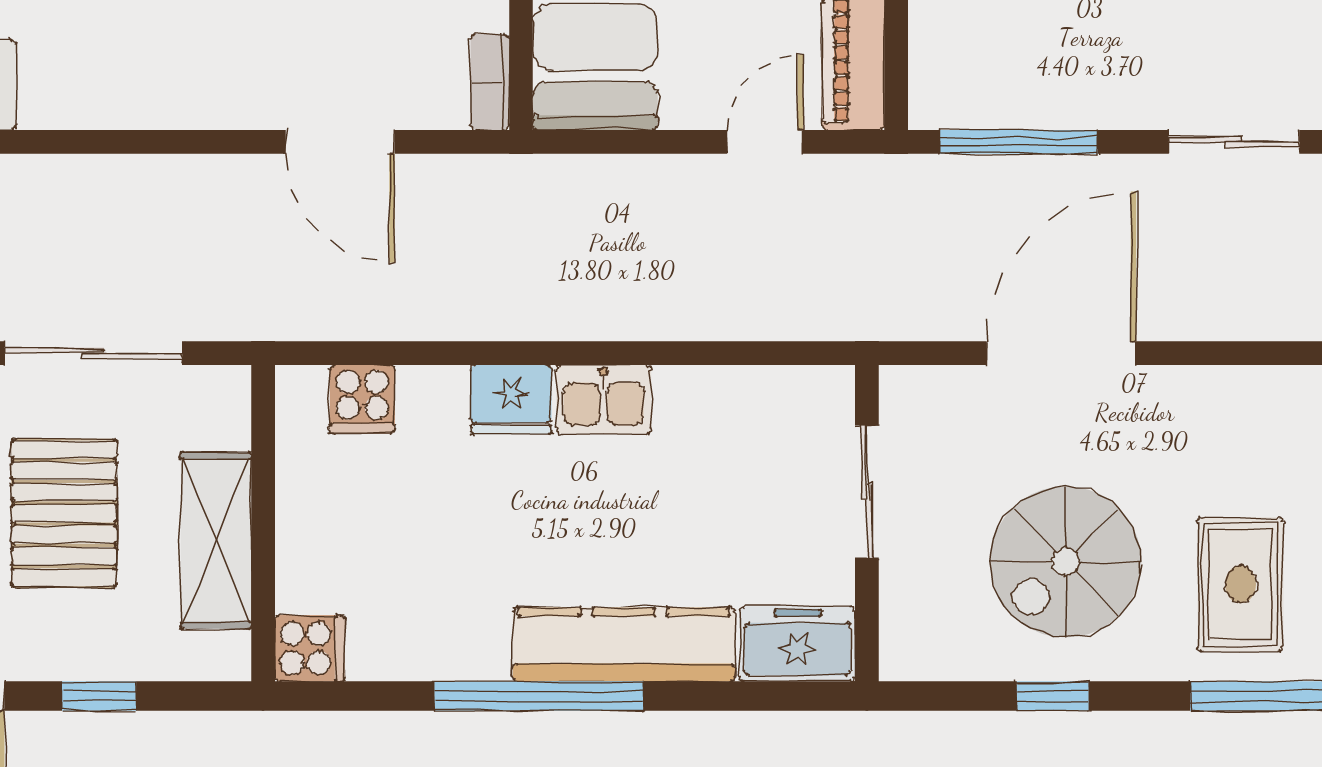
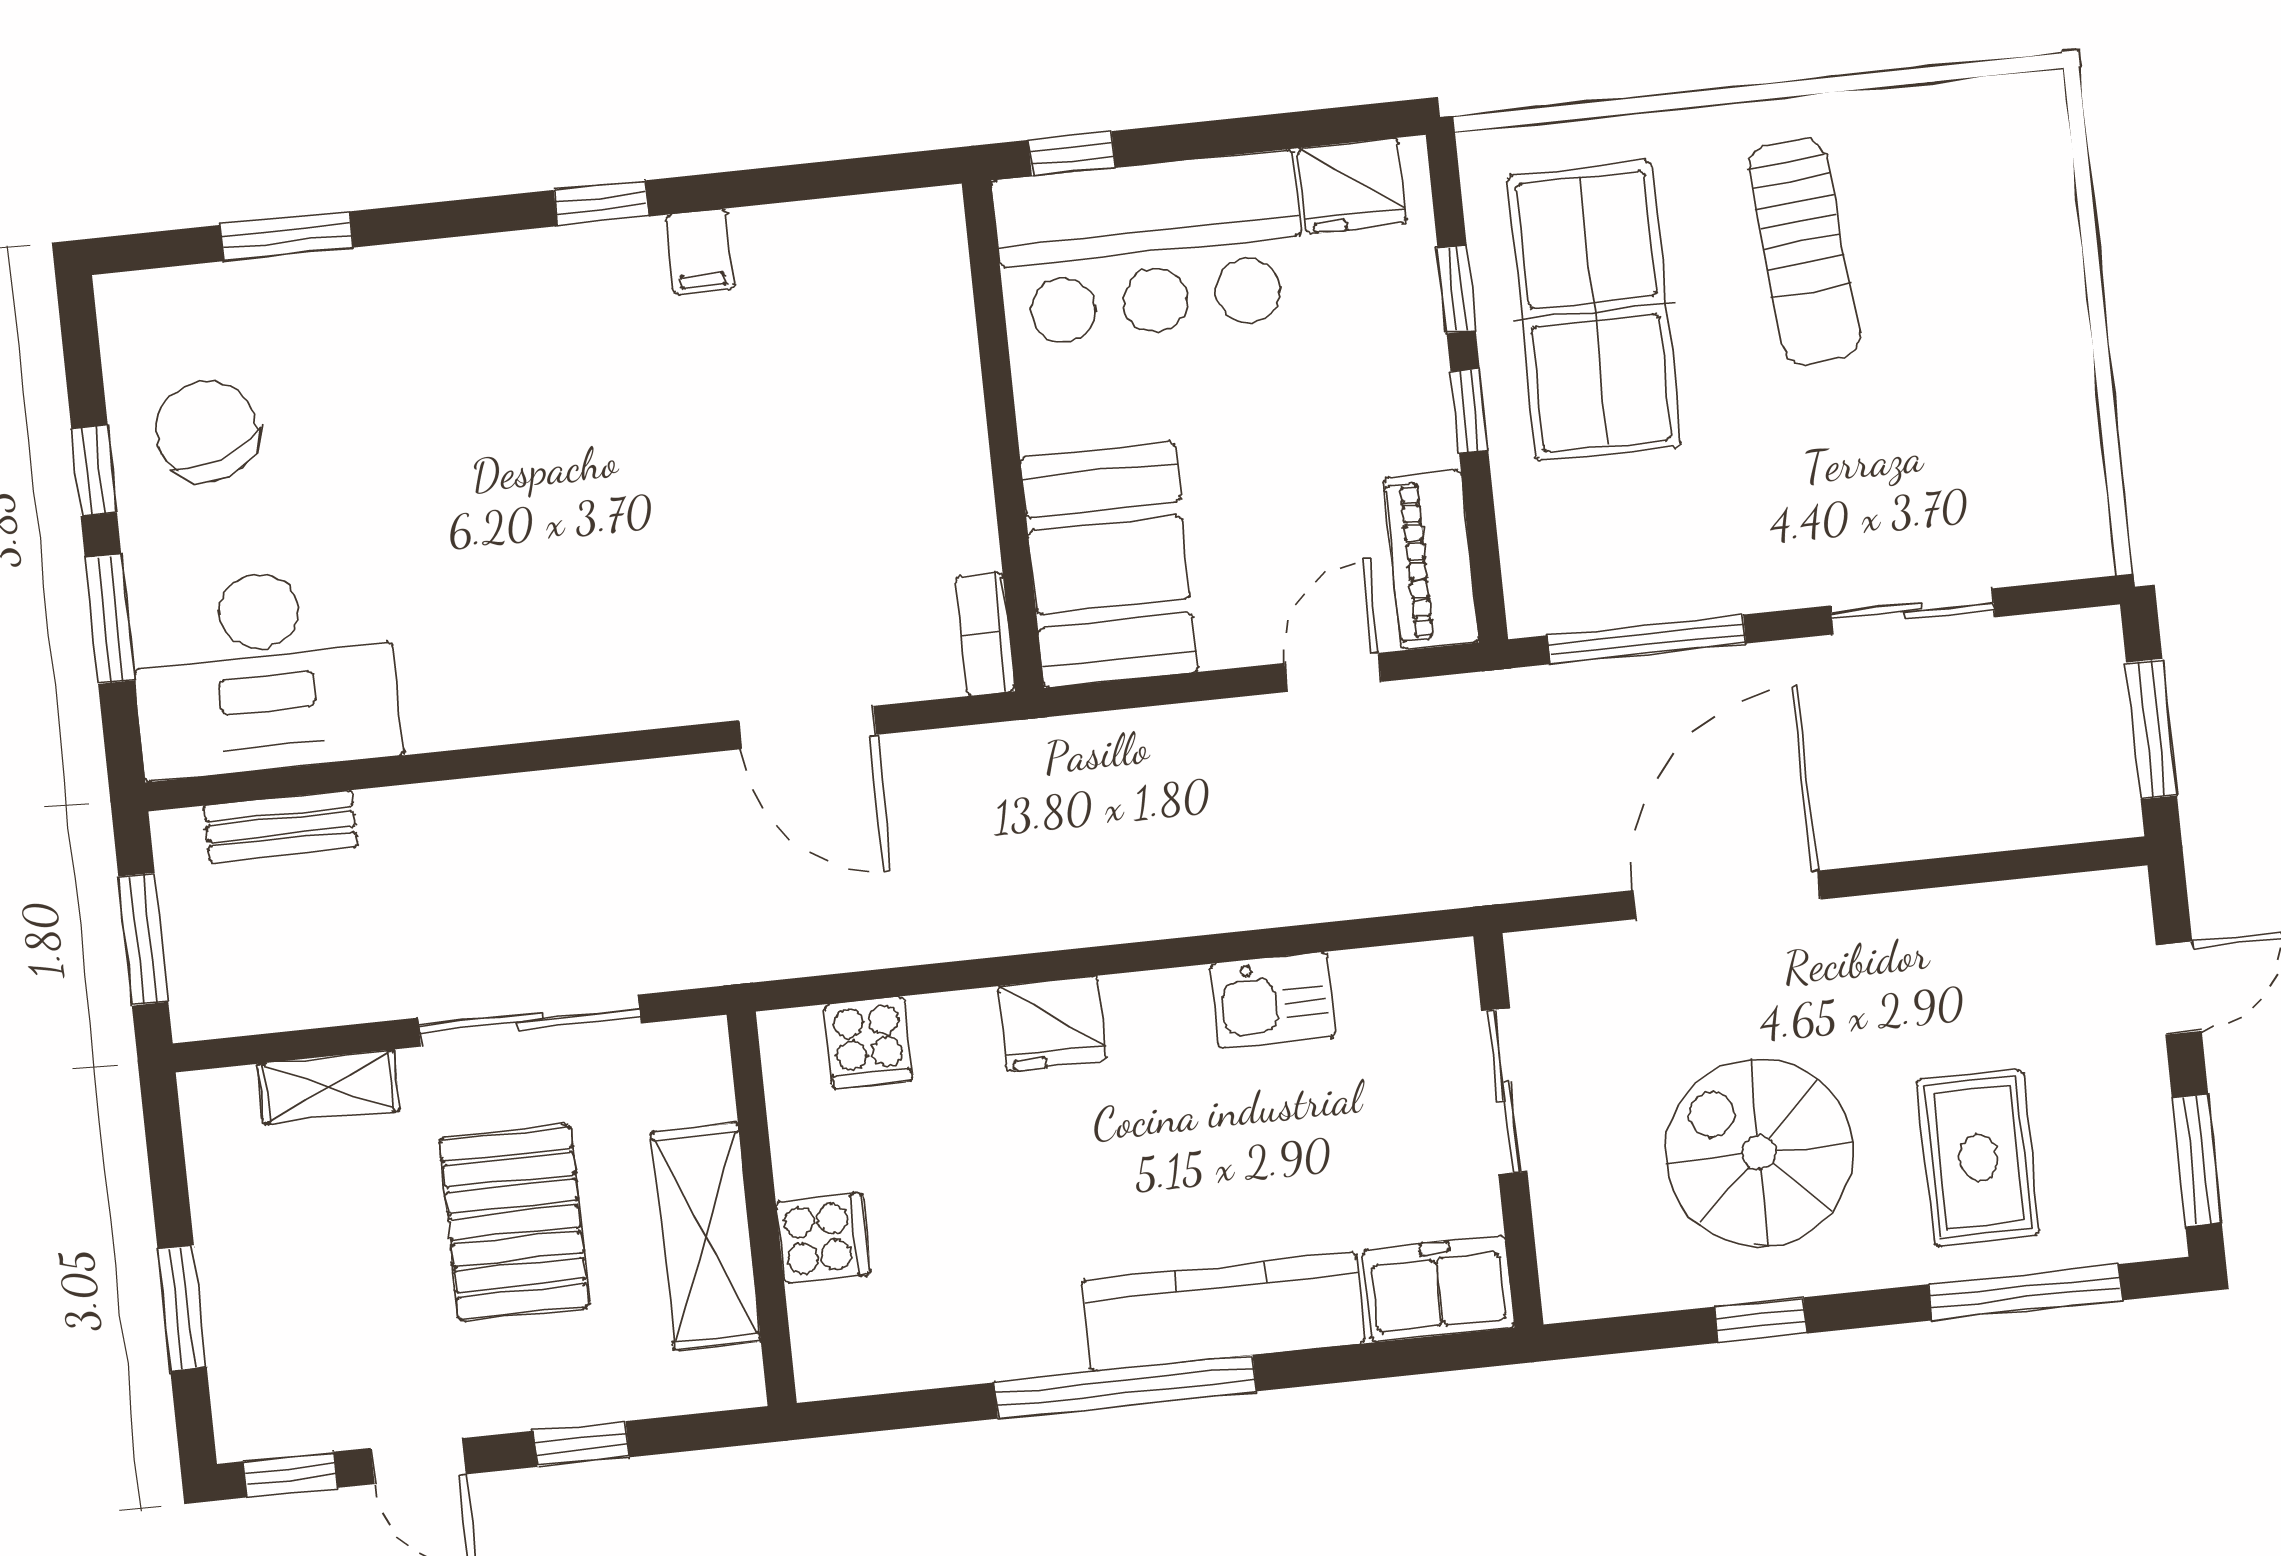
kitchen sink: (604, 399) -> (1273, 1000), moved
spiral stairs: (1066, 562) -> (1759, 1152), turned 90
cooker: (310, 648) -> (823, 1238), moved

